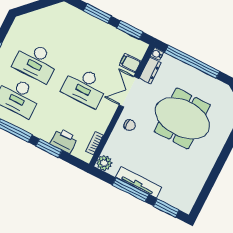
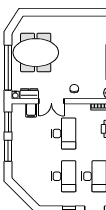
meeting table: (182, 118) -> (36, 53), moved, turned 90

